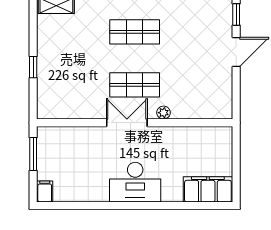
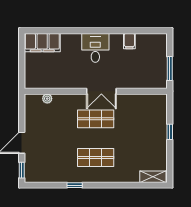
plant: (163, 113) -> (47, 99), moved
desk: (135, 182) -> (95, 48), width x0.73
filing cabinet: (45, 191) -> (129, 41), moved

